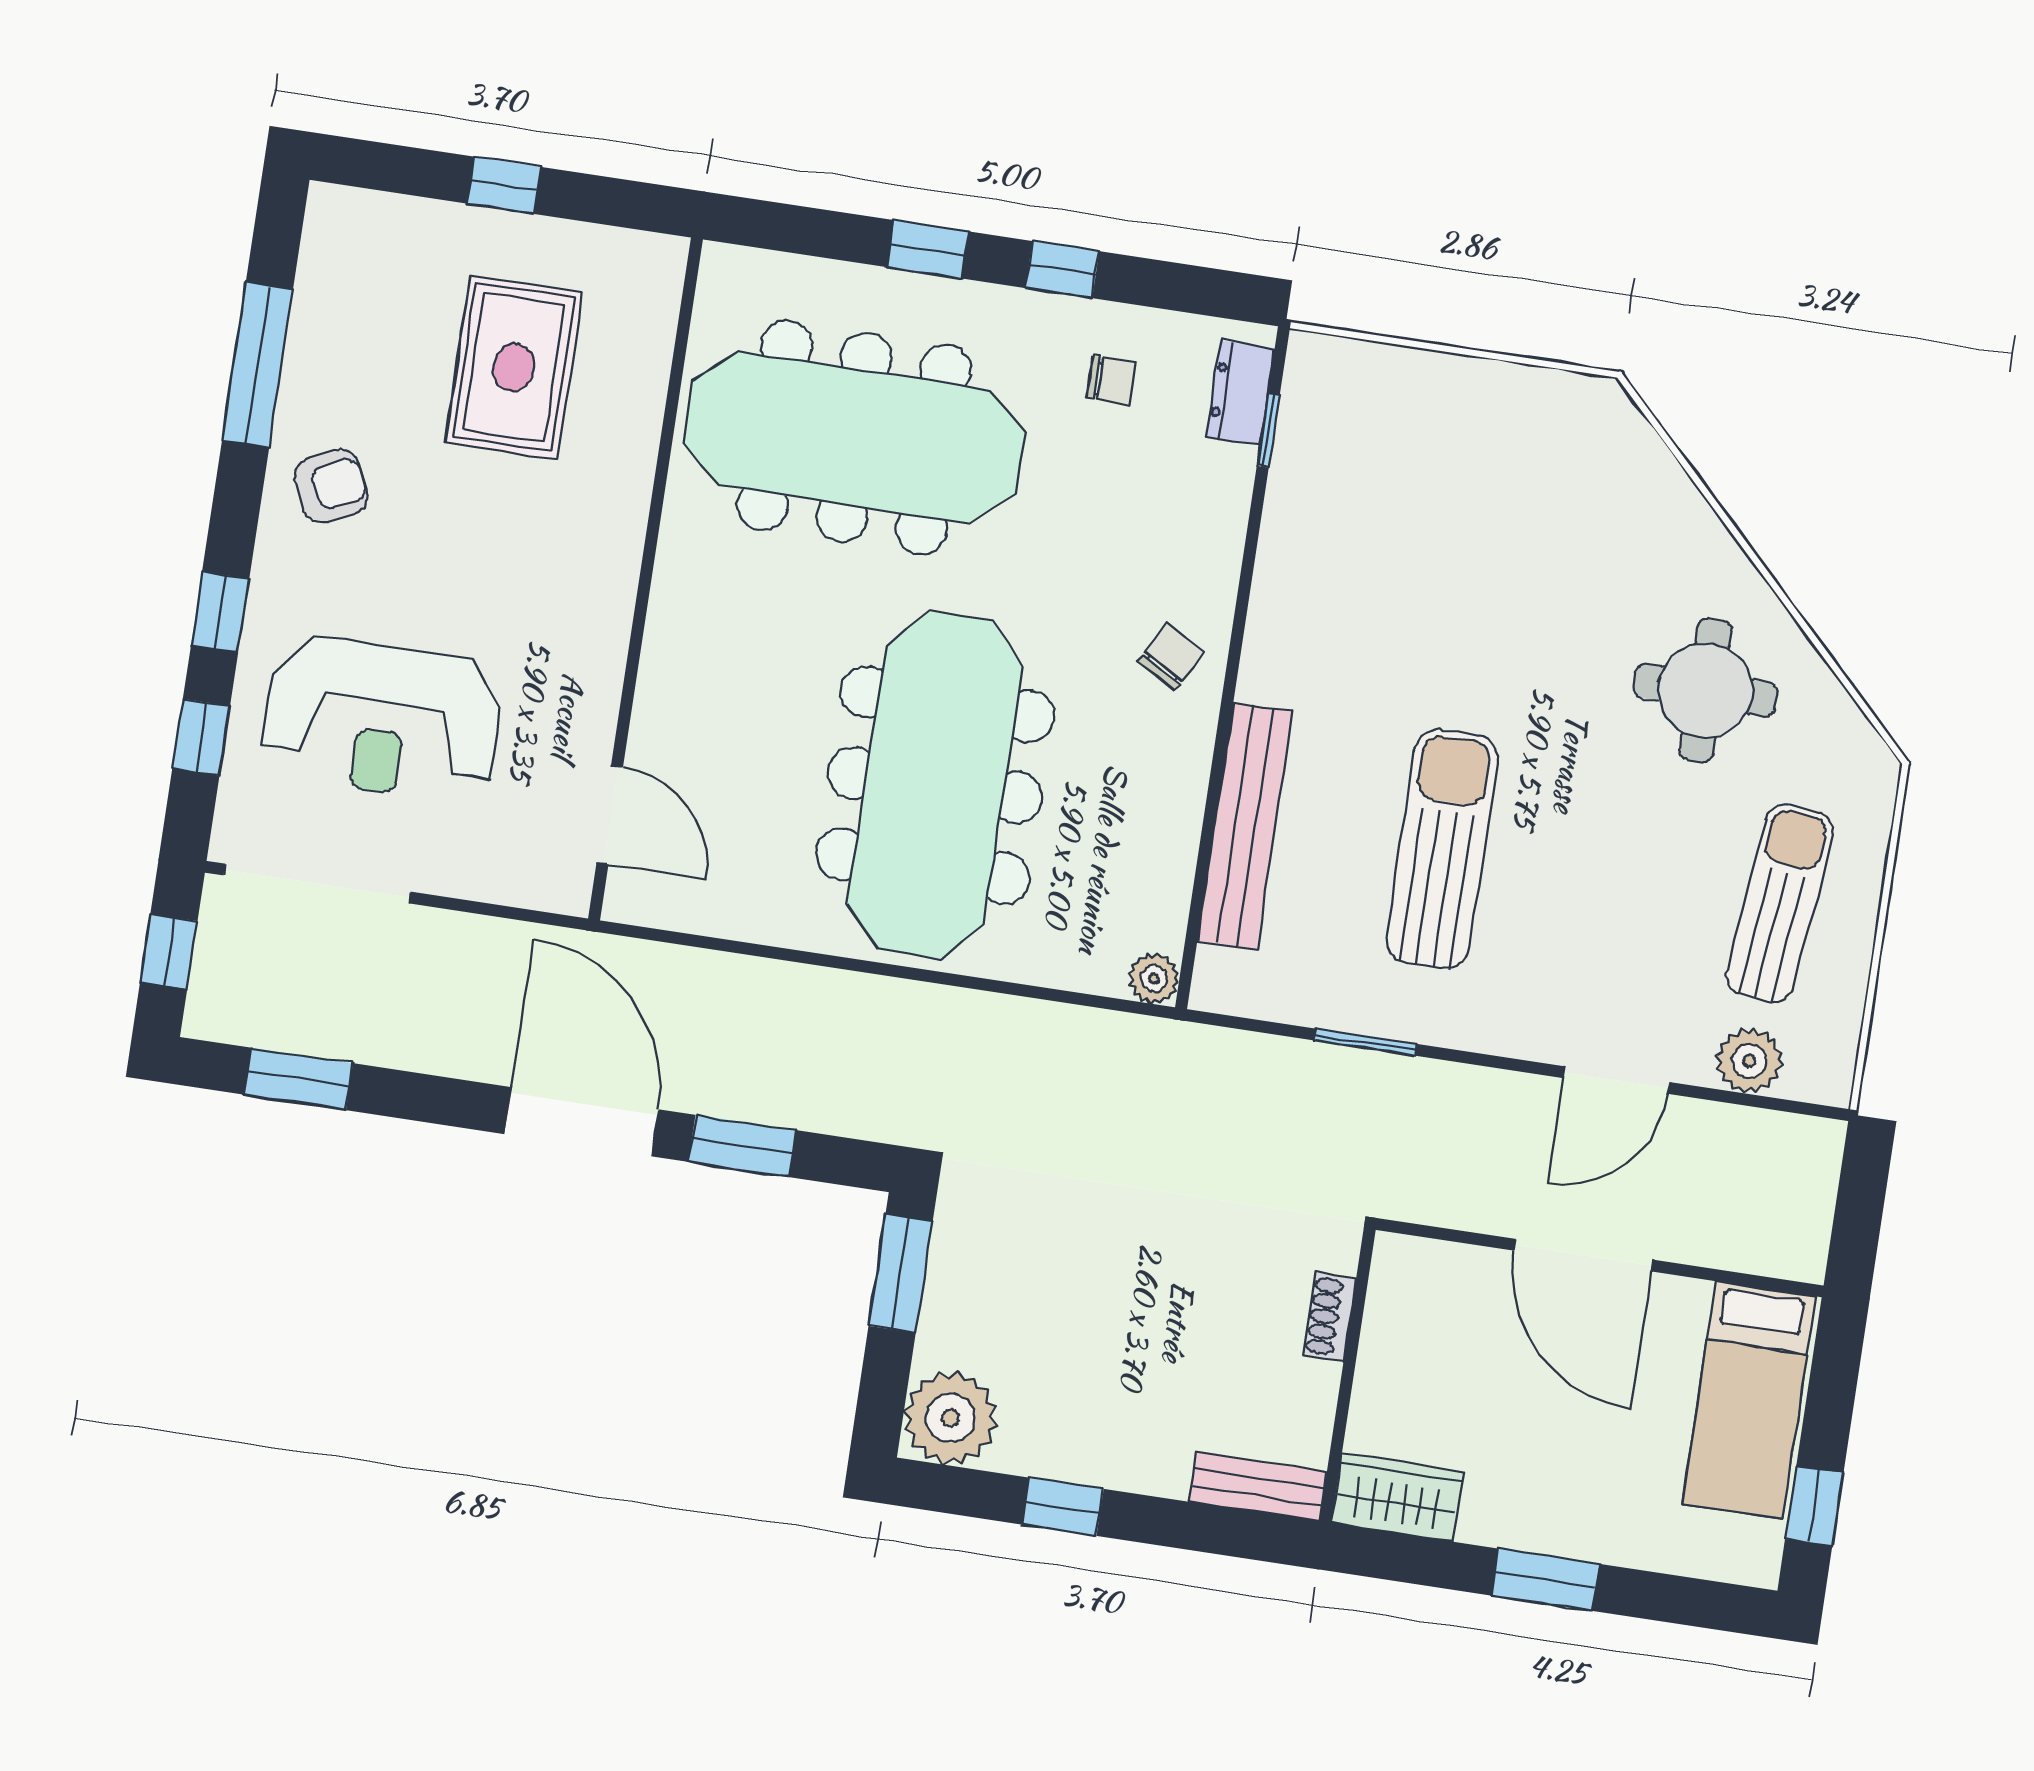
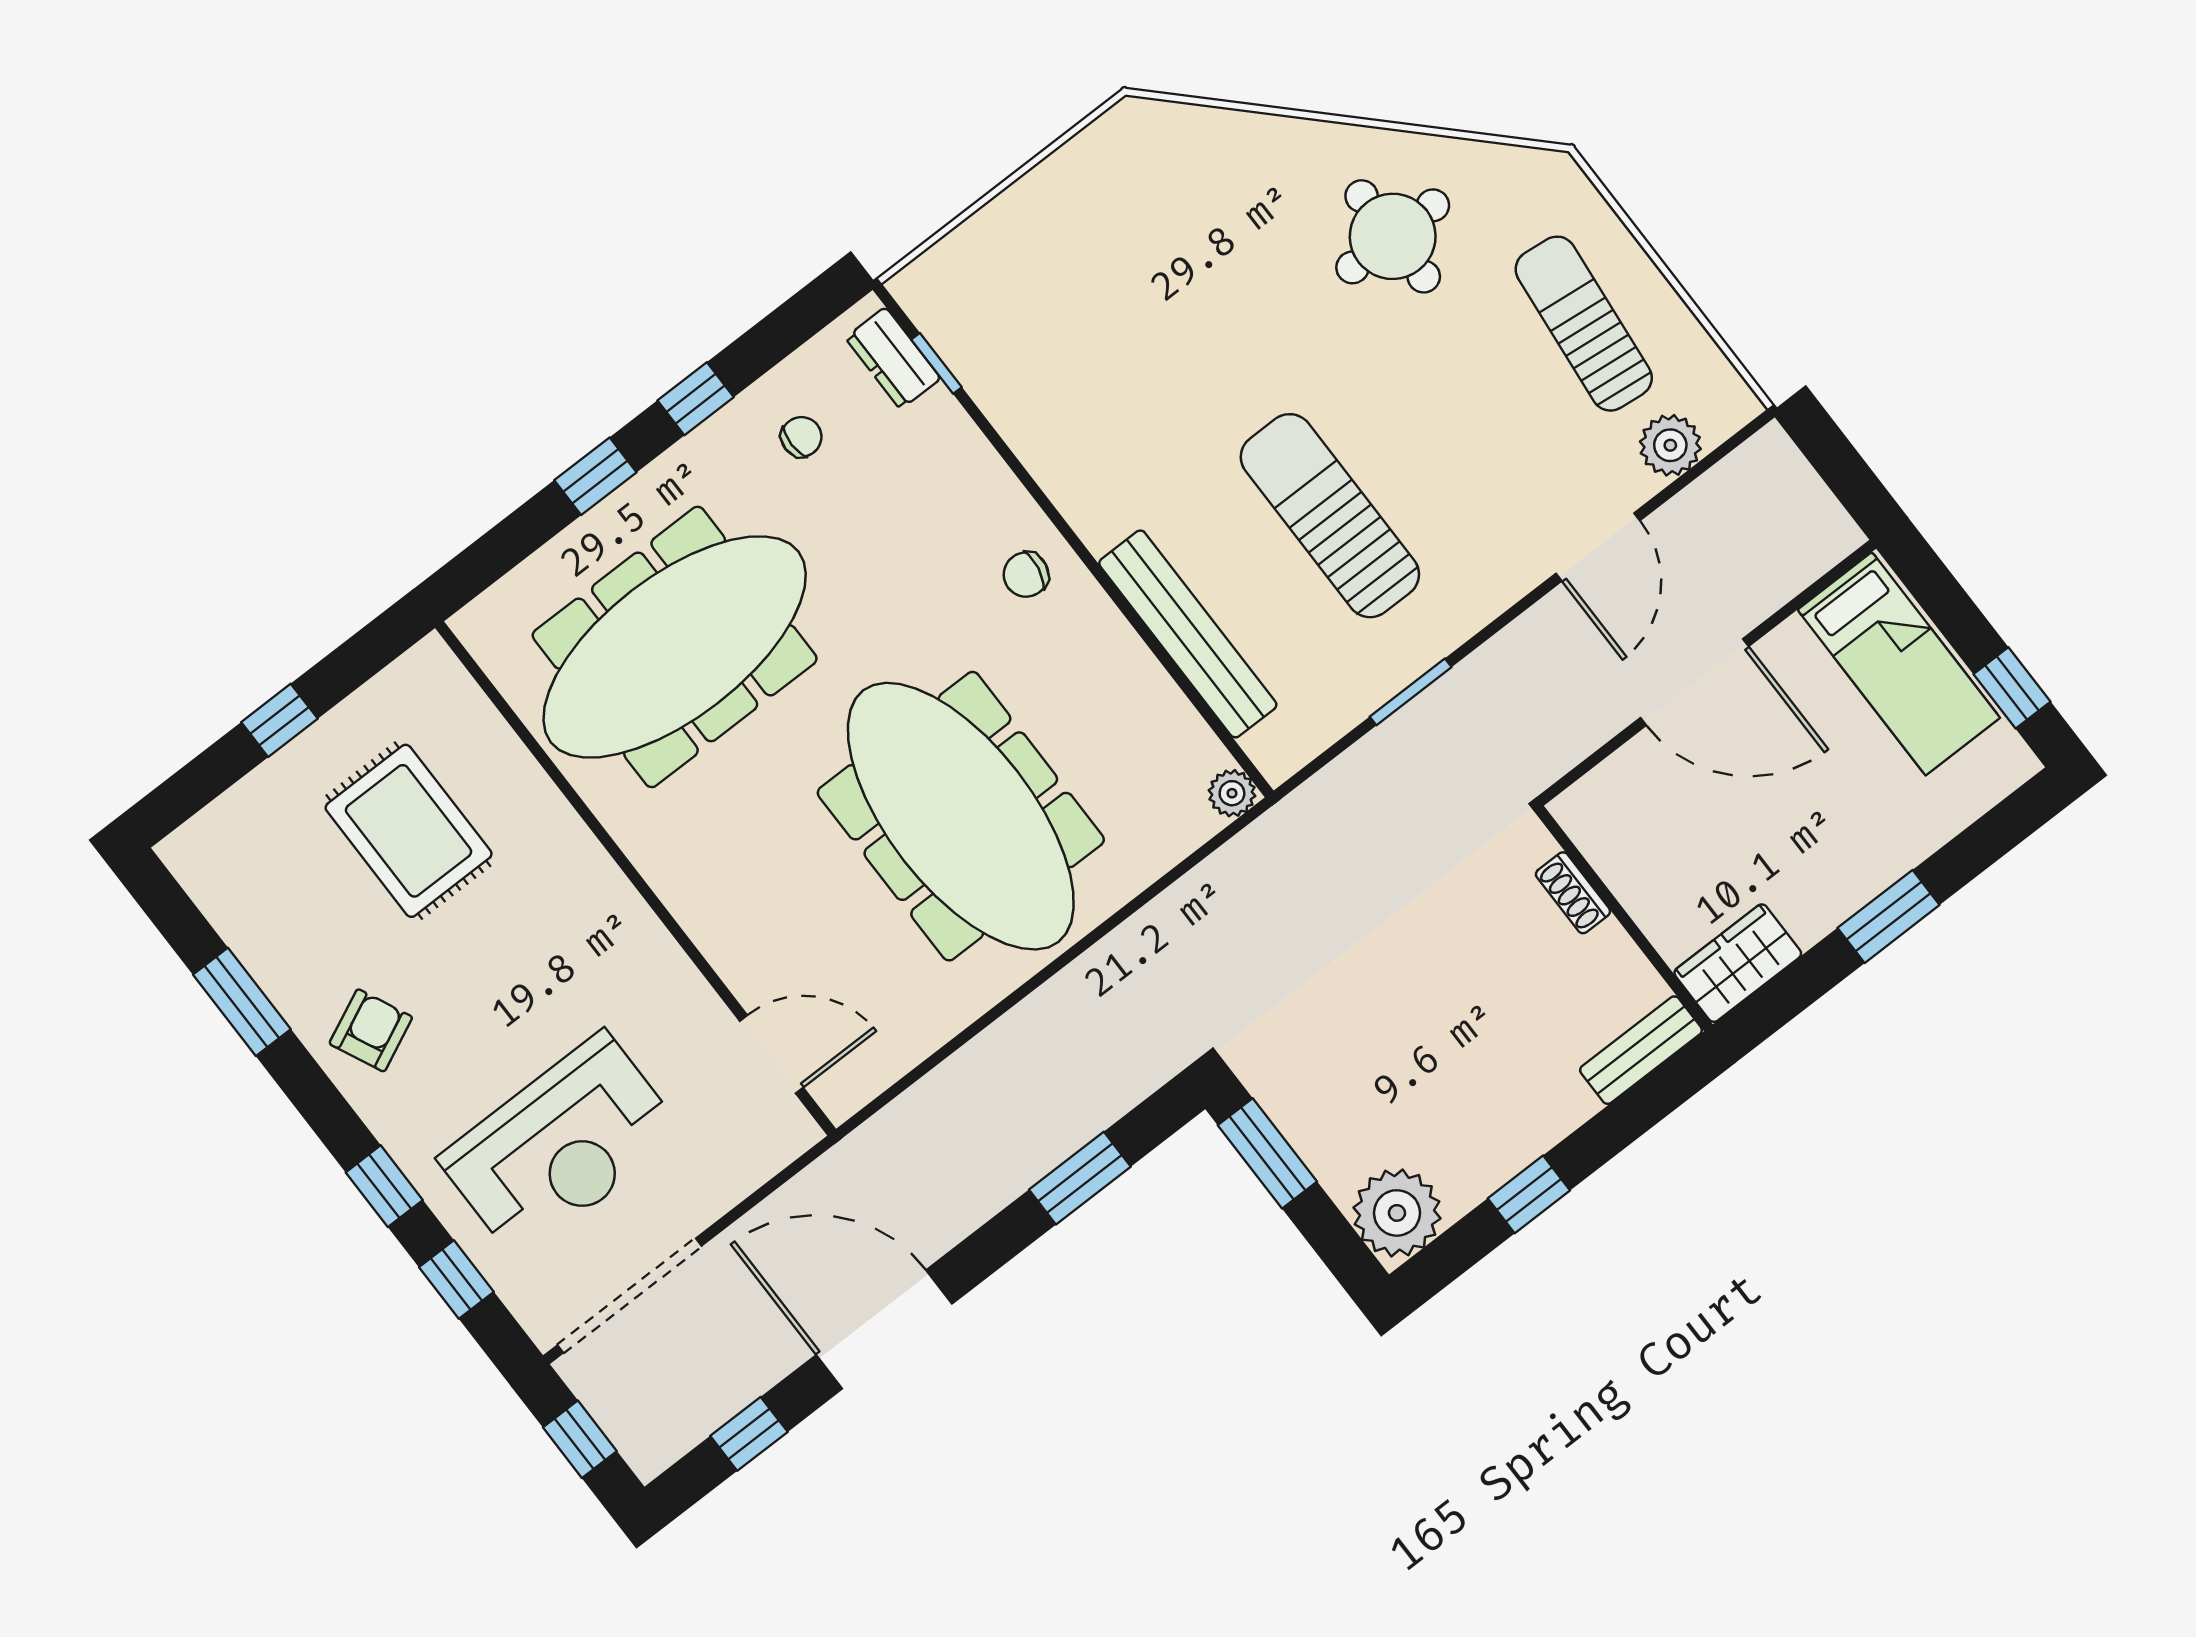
window: (257, 365) -> (242, 1002), width x0.69
chair: (1171, 657) -> (1026, 575), turned -109
window: (298, 1079) -> (749, 1434), width x0.67
door: (581, 1122) -> (884, 1329), moved

